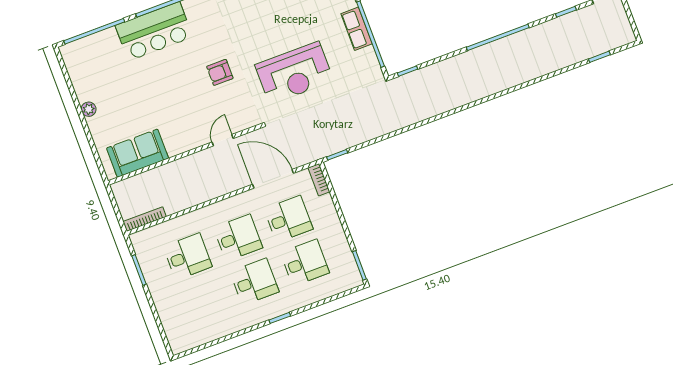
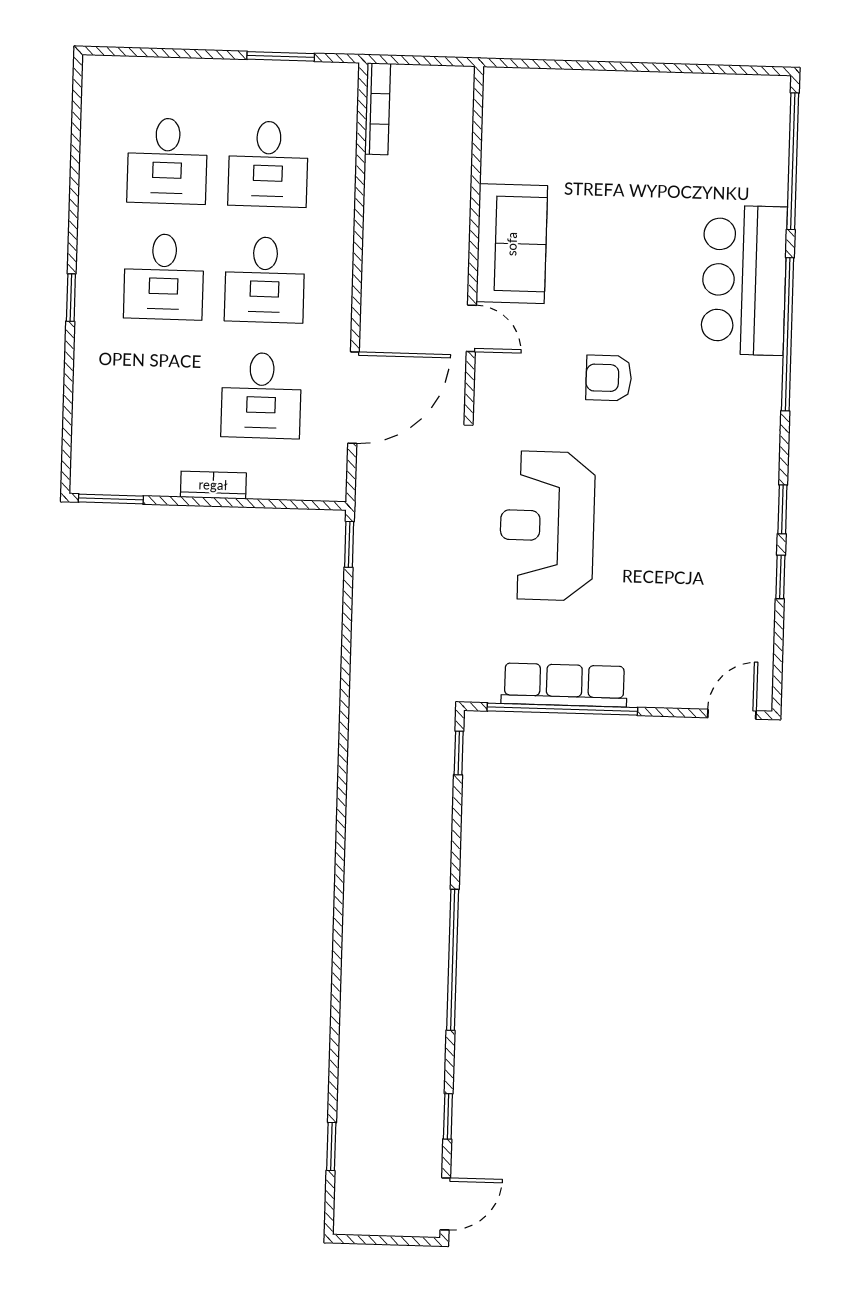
row of seats: (357, 29) -> (564, 685), width x1.48
armchair: (220, 72) -> (609, 378), turned -90
plant: (89, 109) -> (642, 87), removed
sofa: (138, 153) -> (512, 244), moved
bookcase: (319, 180) -> (213, 485), moved
desk: (305, 263) -> (167, 161), moved

